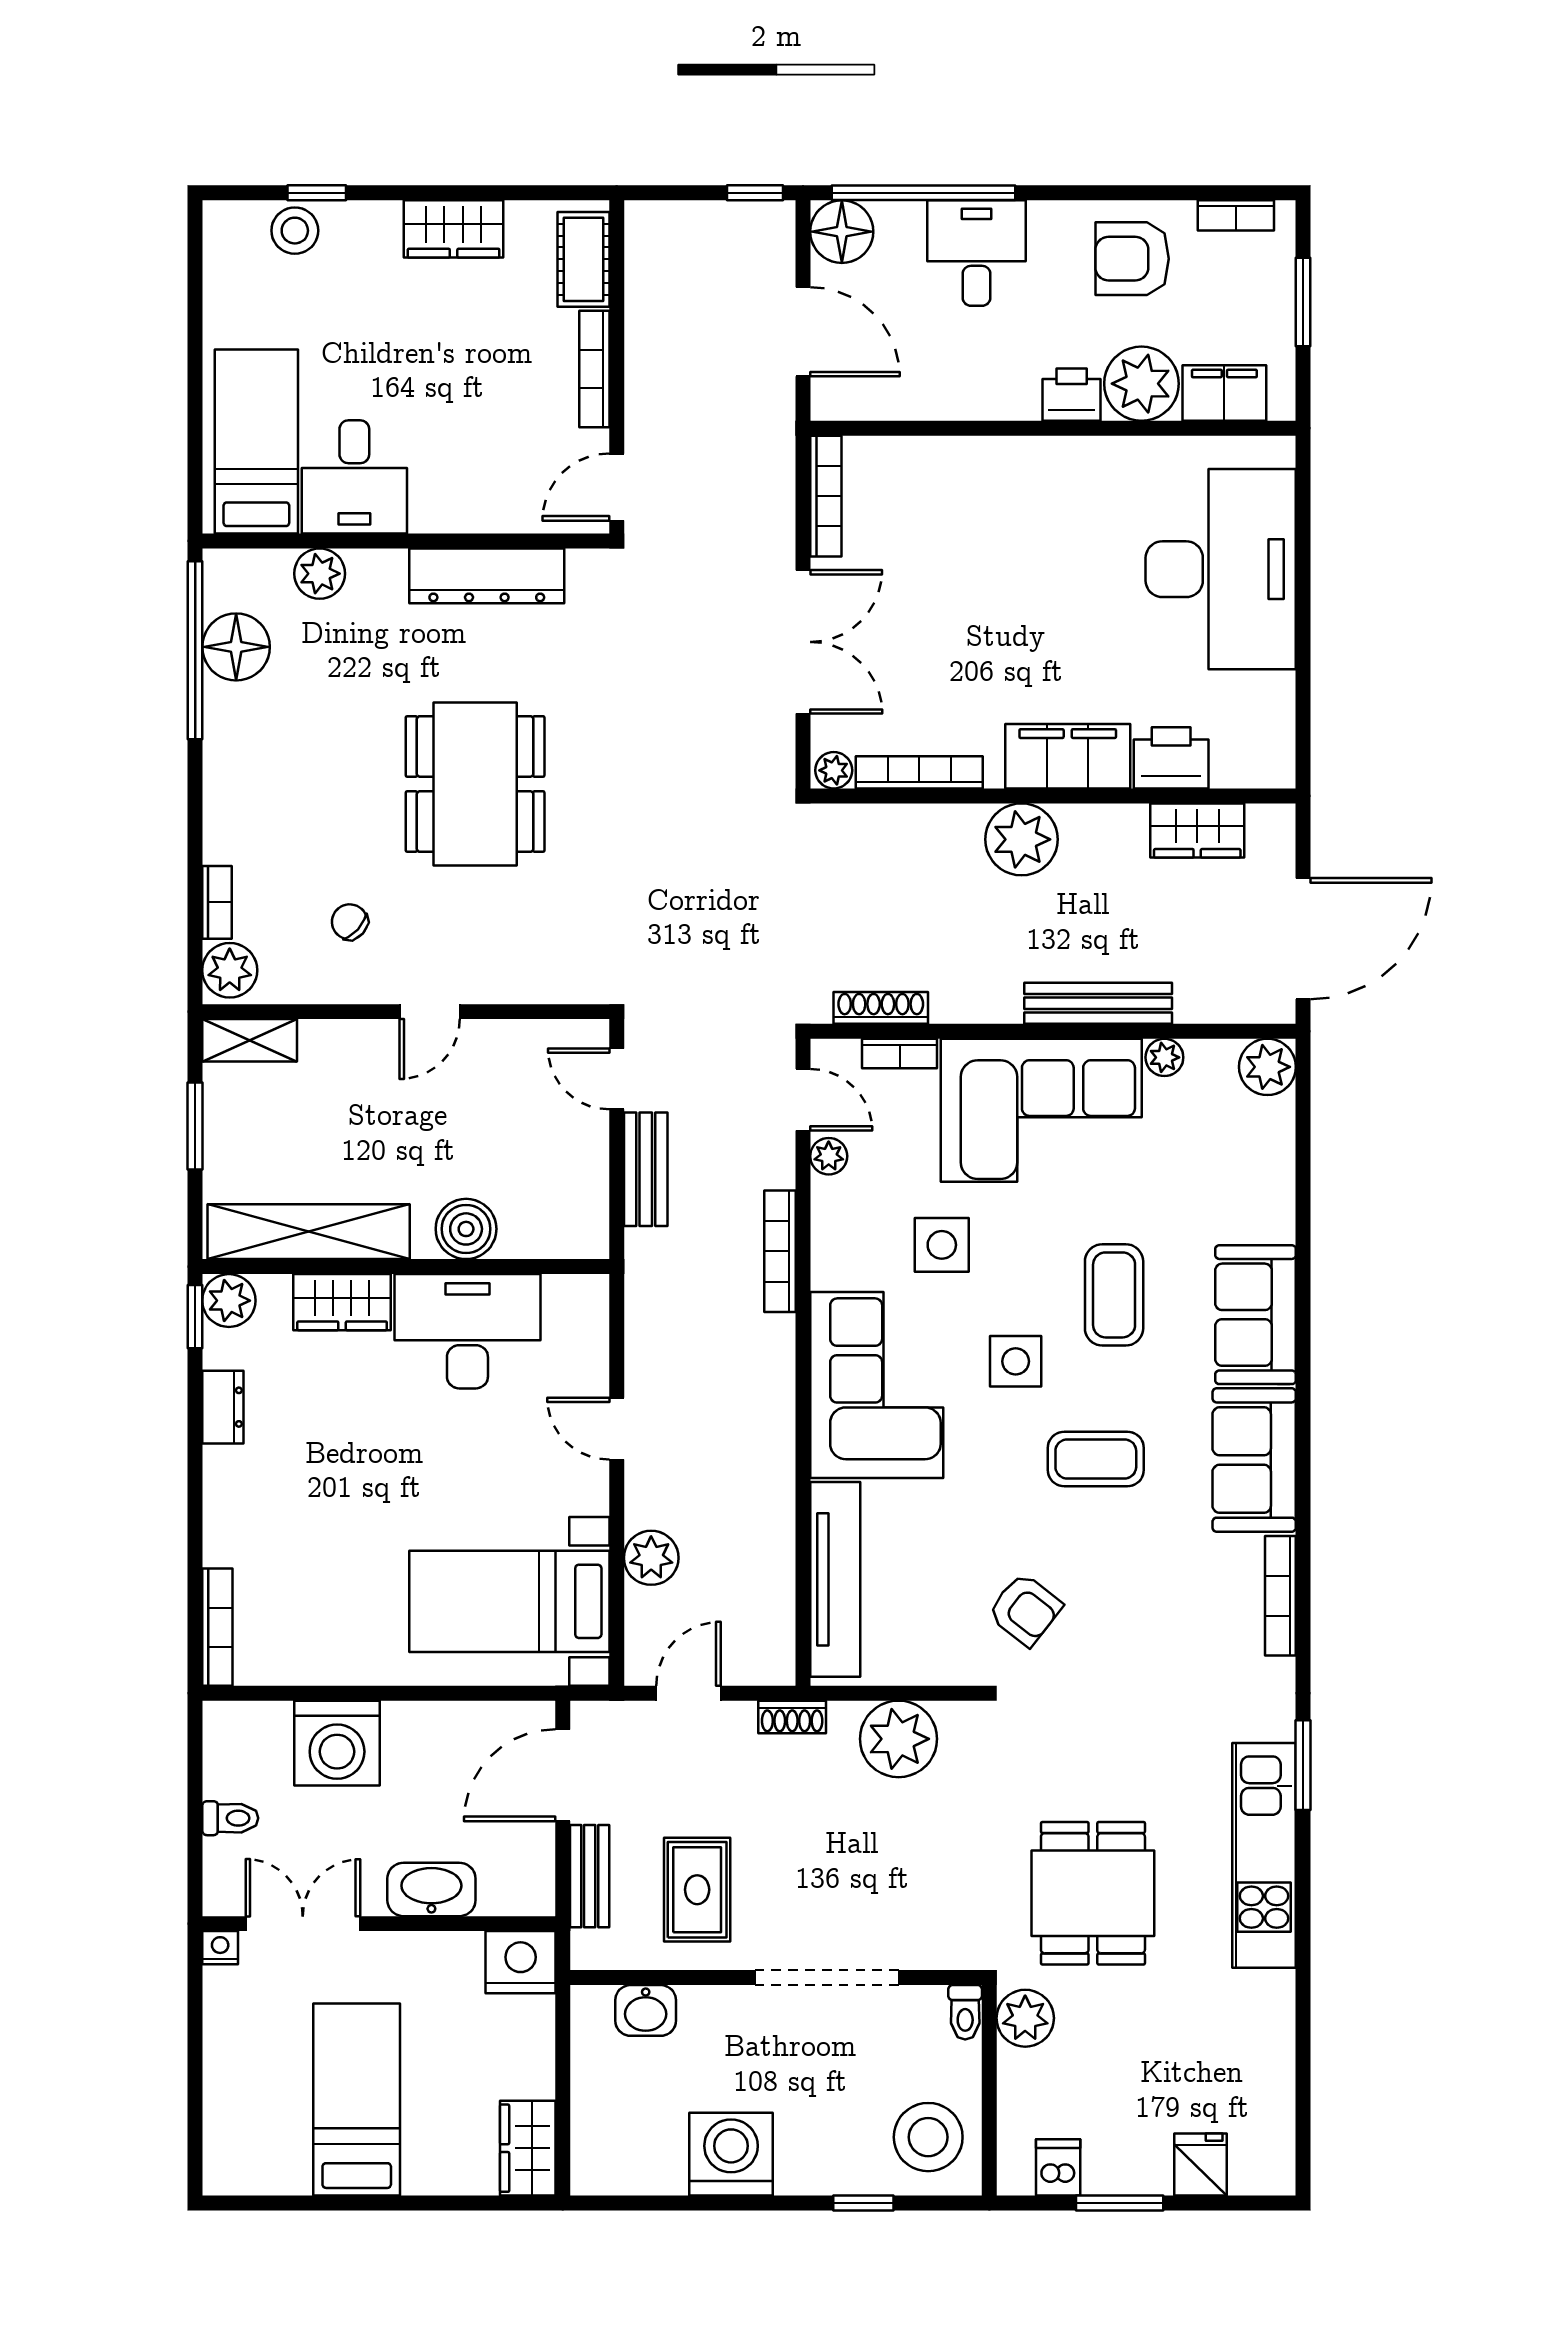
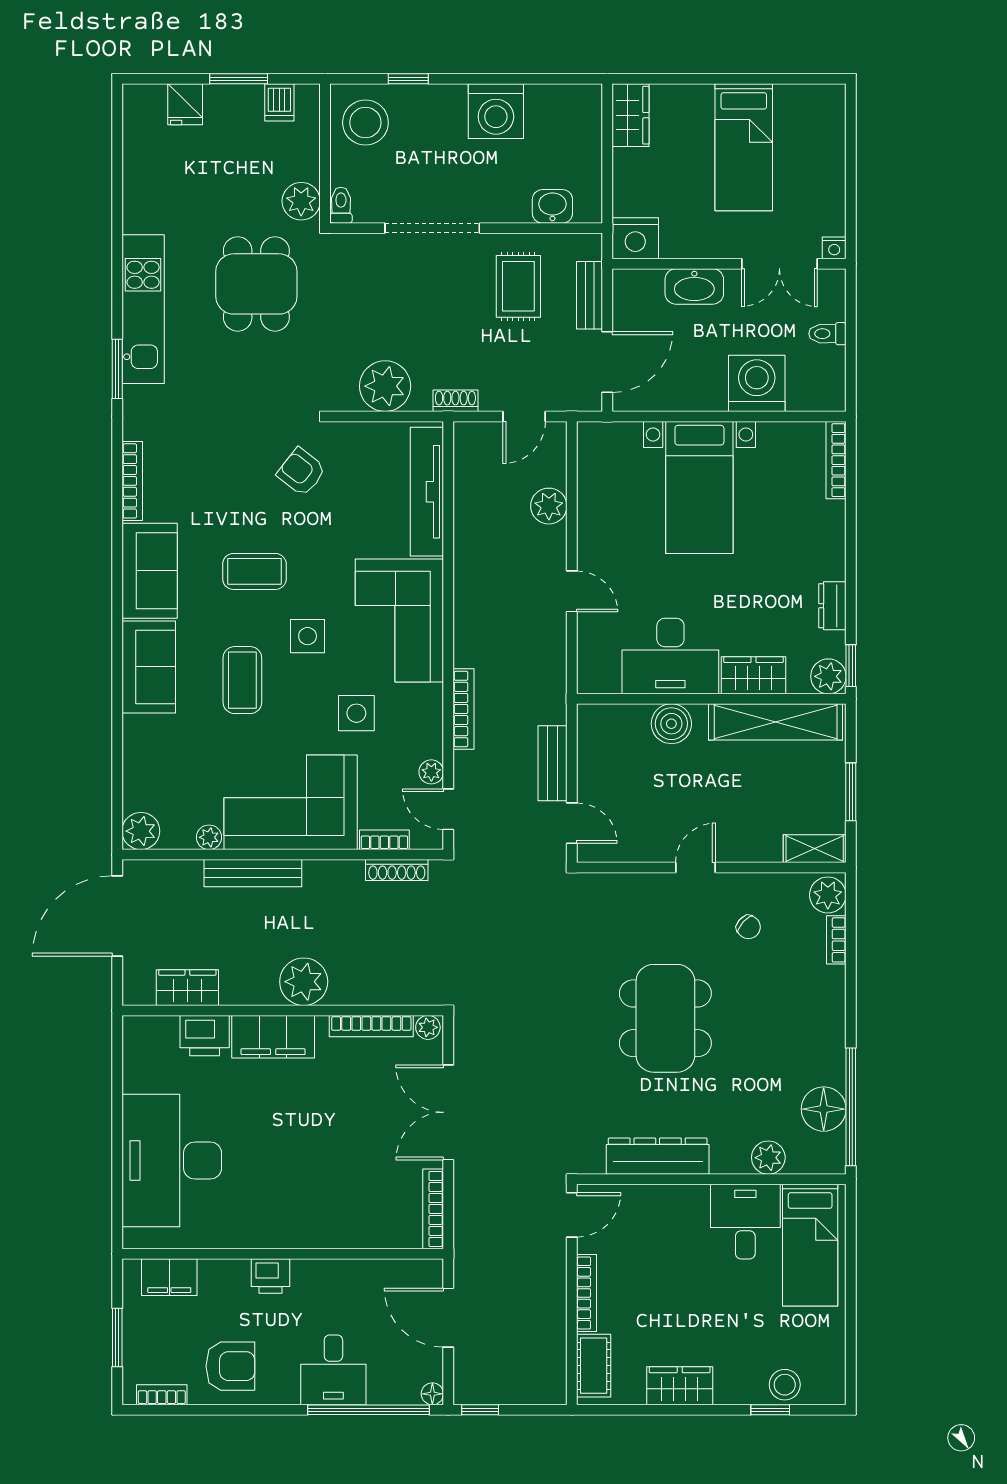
floor lamp: (842, 232) -> (432, 1394), width x0.53, depth x0.53
plant: (1141, 384) -> (224, 1283), removed
bed with nightstands: (509, 1601) -> (699, 487), moved, turned 90

